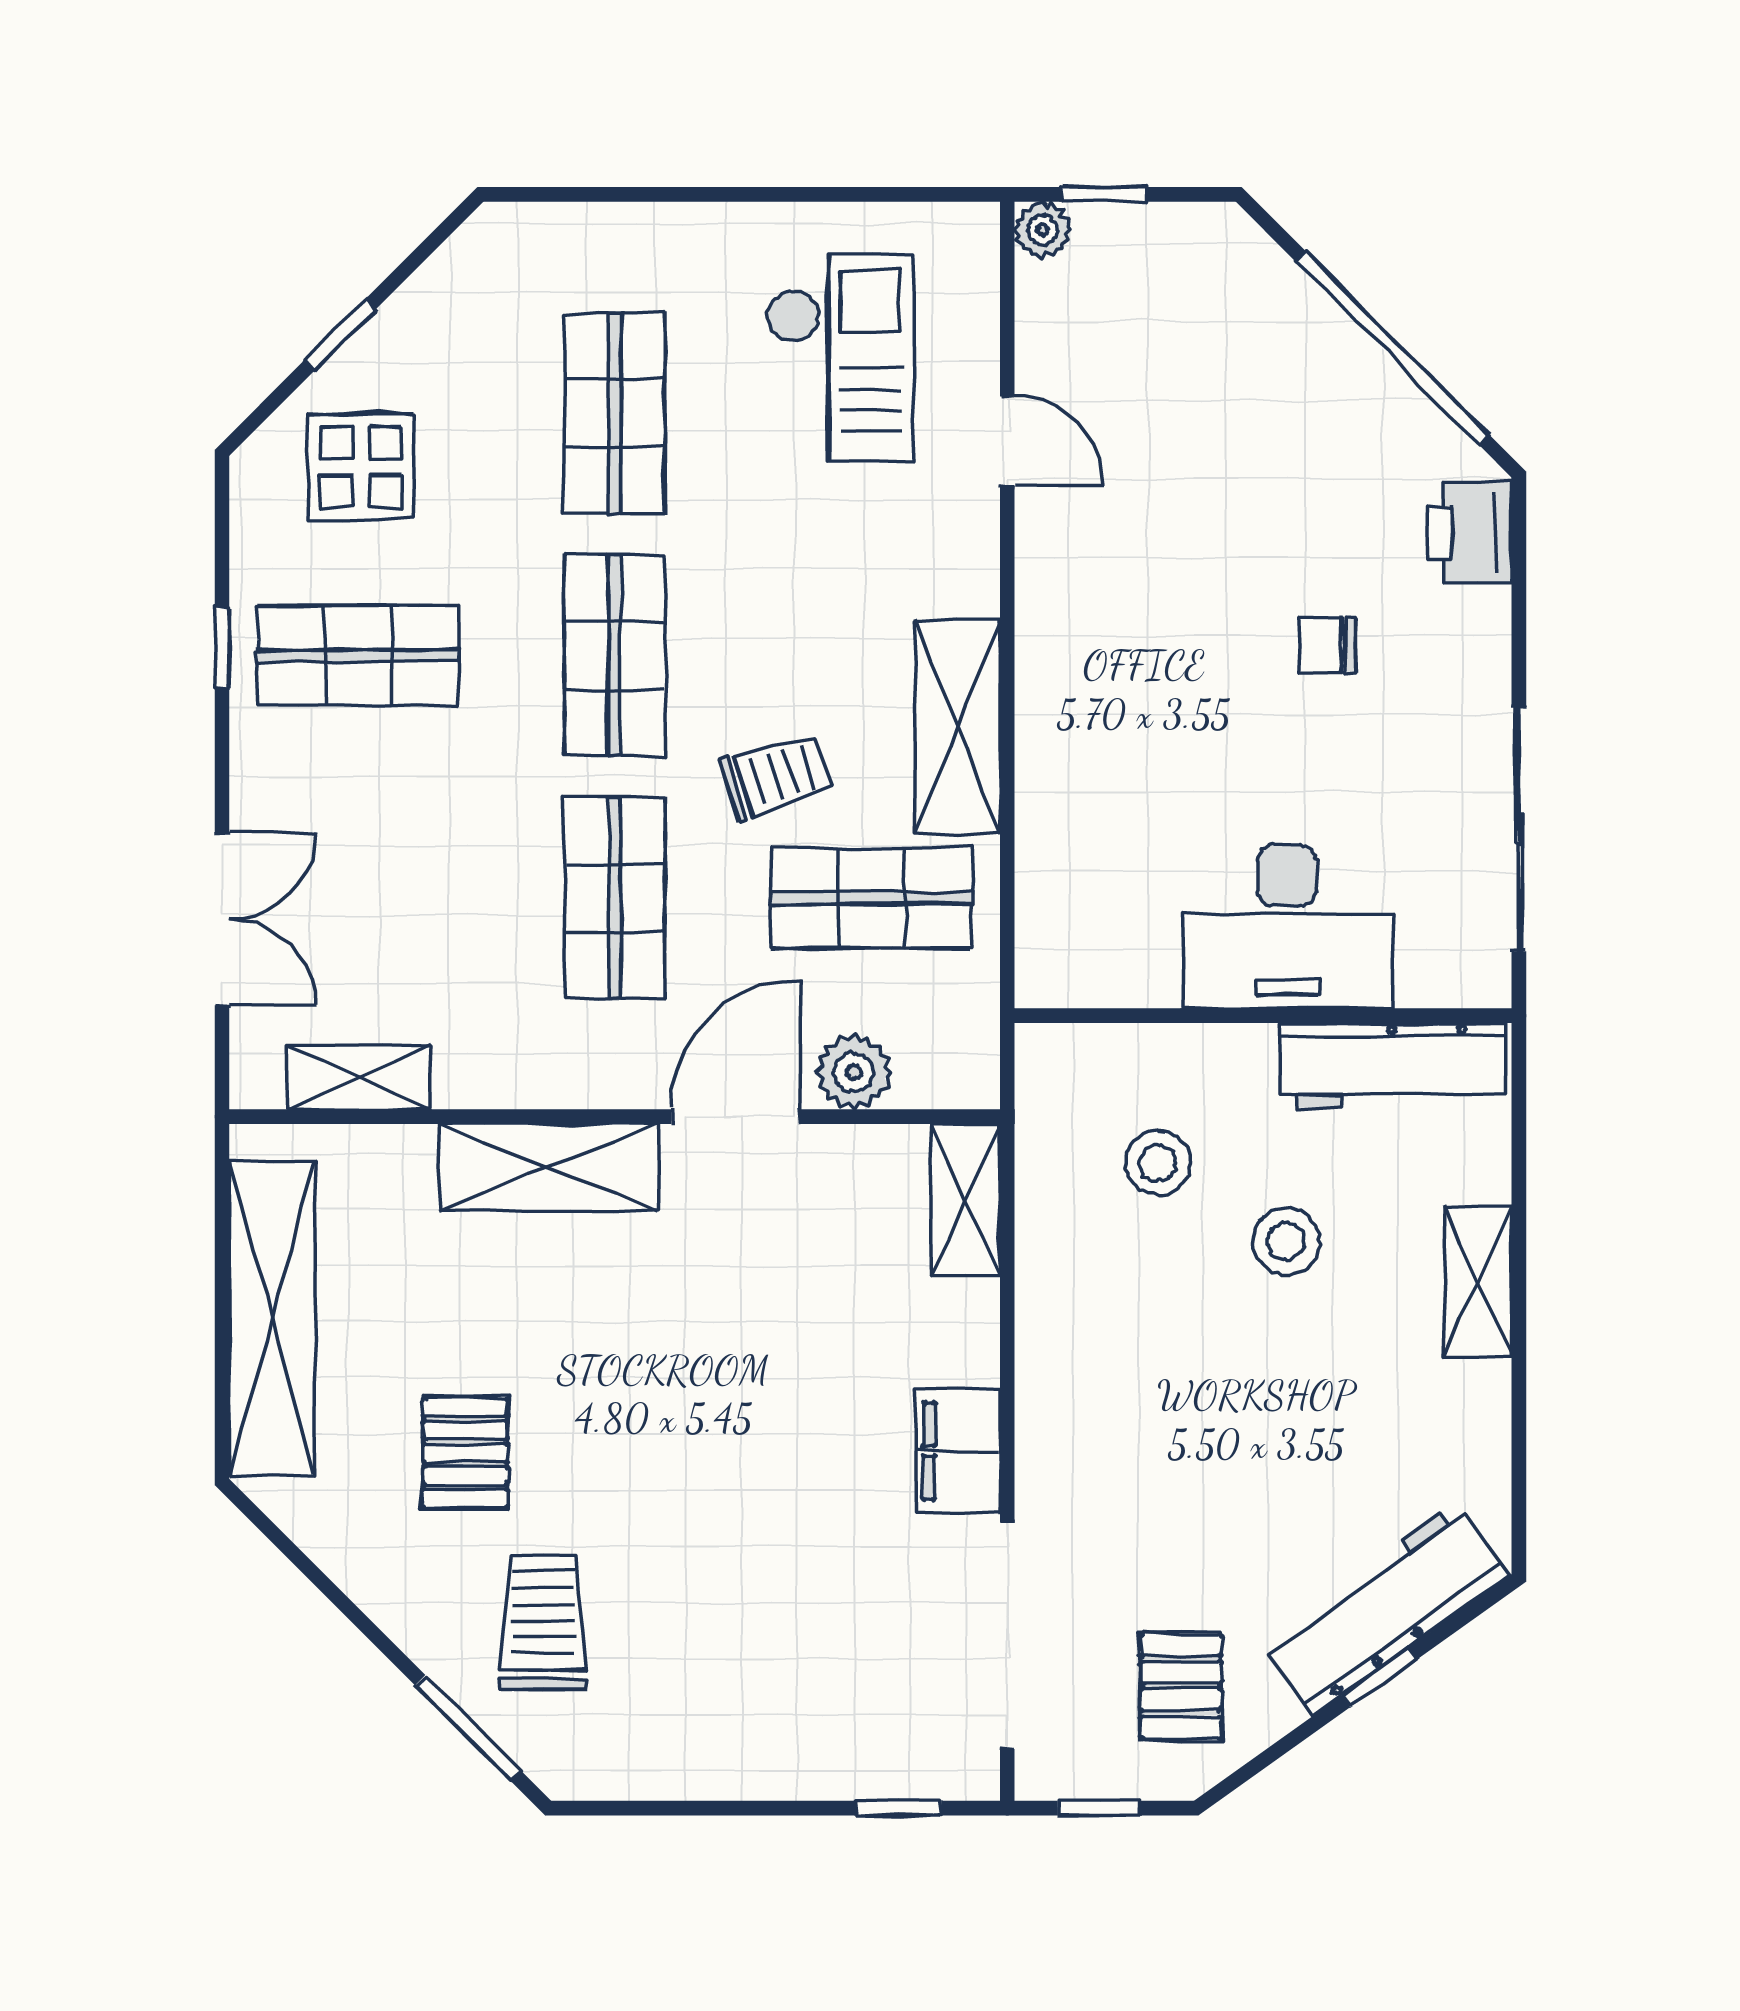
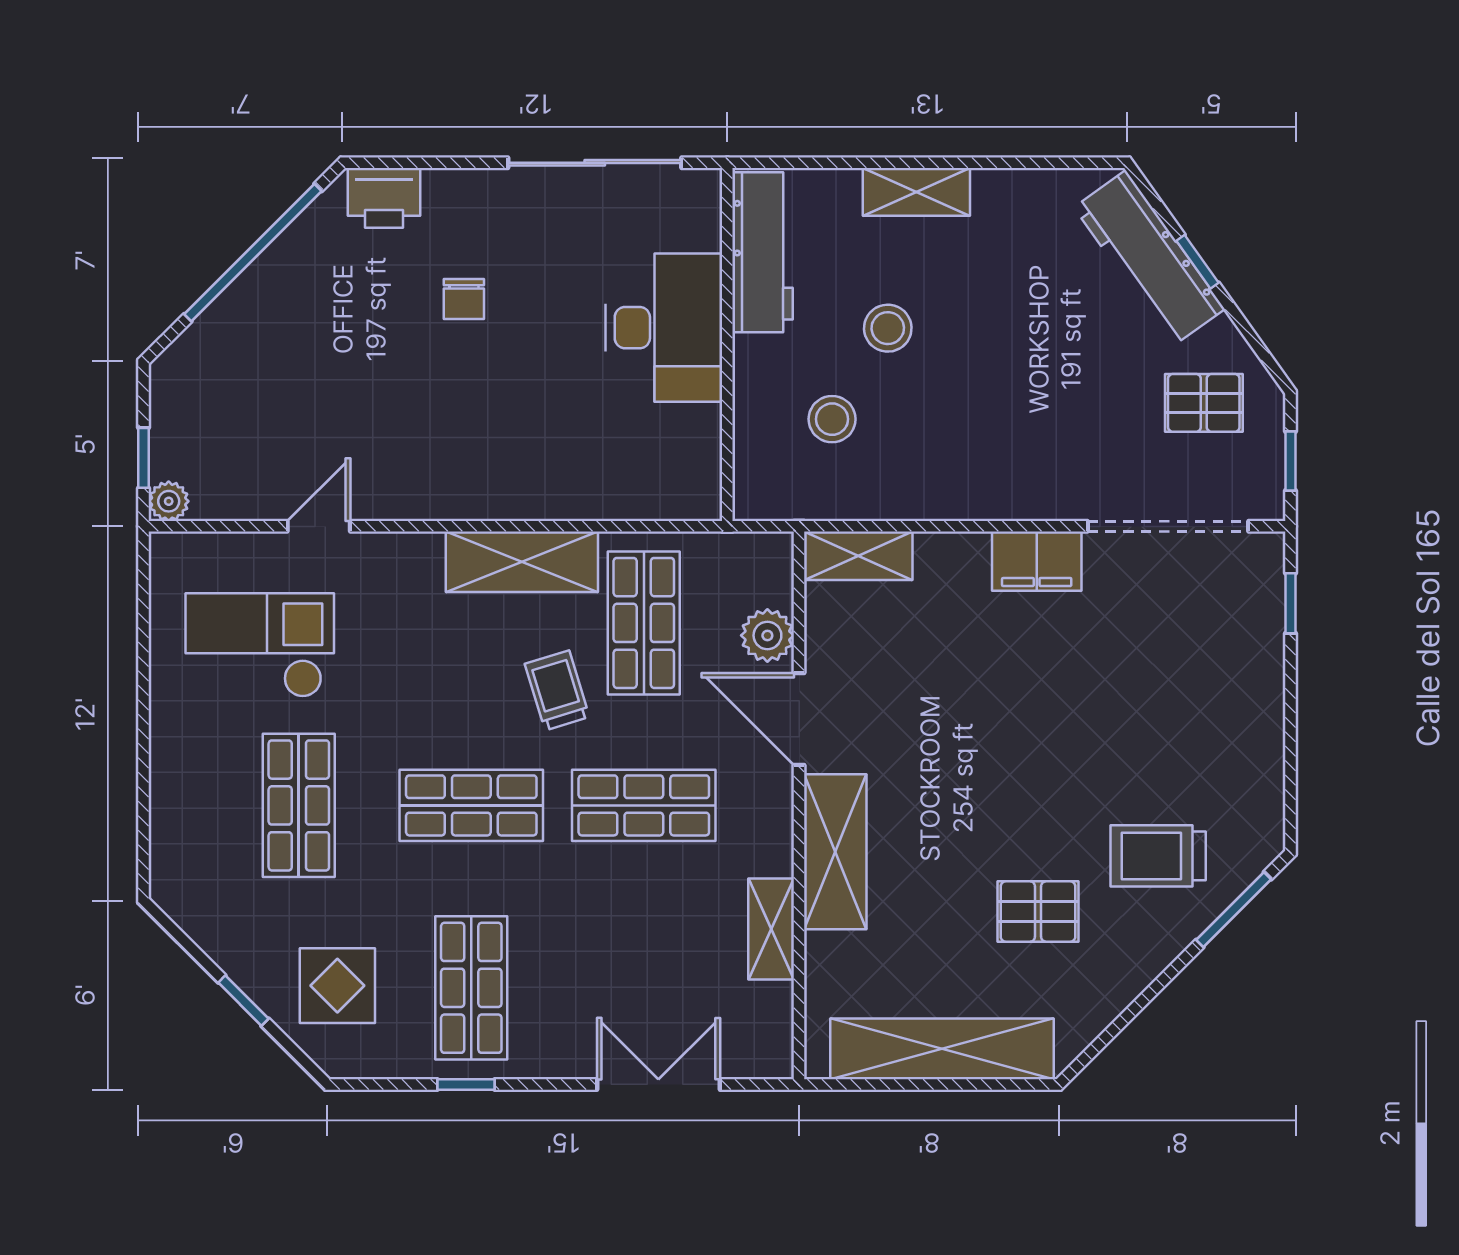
shop shelf: (615, 413) -> (299, 805), turned 90
shelving: (359, 1077) -> (771, 929), moved

